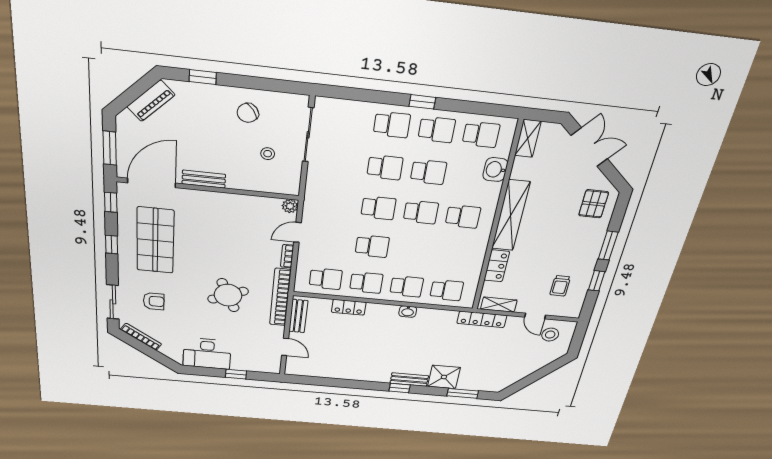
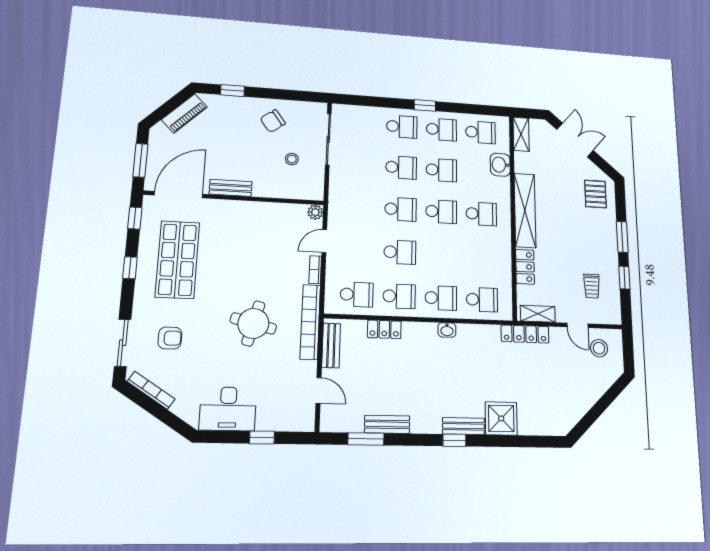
round table: (228, 295) -> (253, 323), turned 38
bench: (343, 374) -> (387, 424), added
window: (463, 393) -> (366, 439), moved

